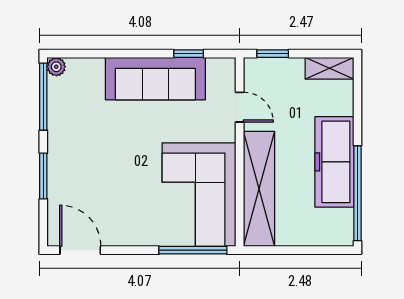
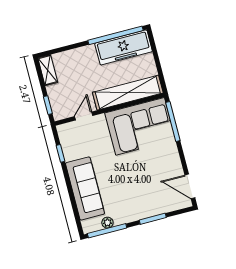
plant: (56, 67) -> (107, 223), moved
sofa: (155, 79) -> (85, 188), moved
freezer: (334, 162) -> (124, 47), moved
door: (80, 250) -> (190, 186), hinge flipped

